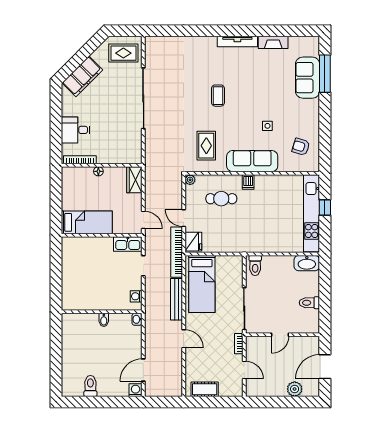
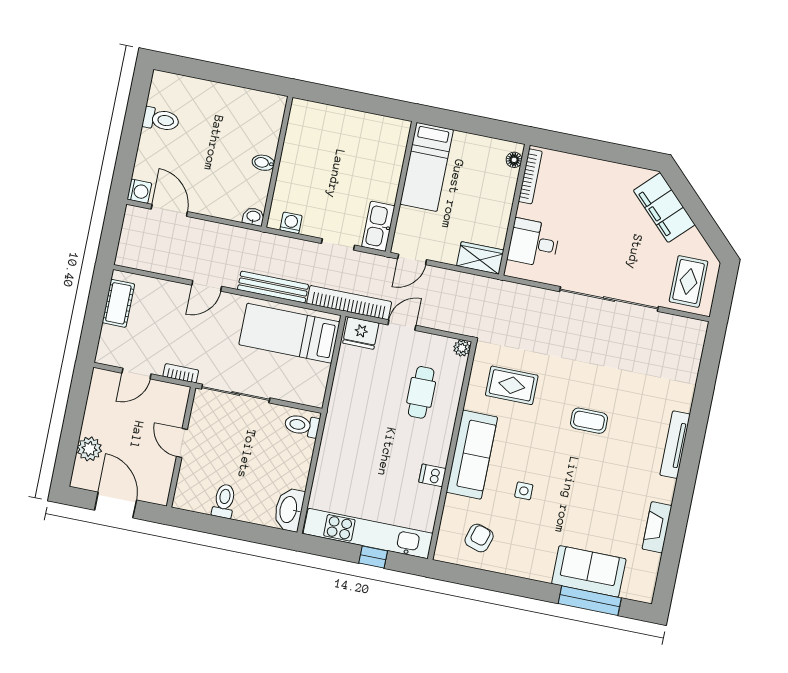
tv unit: (237, 42) -> (675, 445), moved
desk: (75, 130) -> (534, 243), moved, turned -90
floor lamp: (98, 171) -> (514, 160), moved
dishwasher: (248, 182) -> (432, 475), moved

